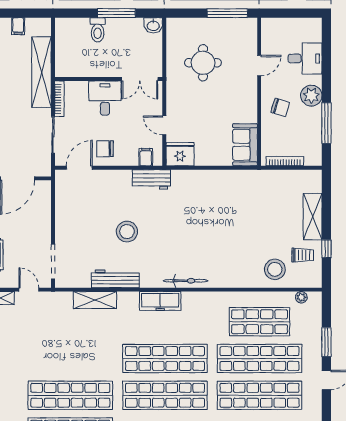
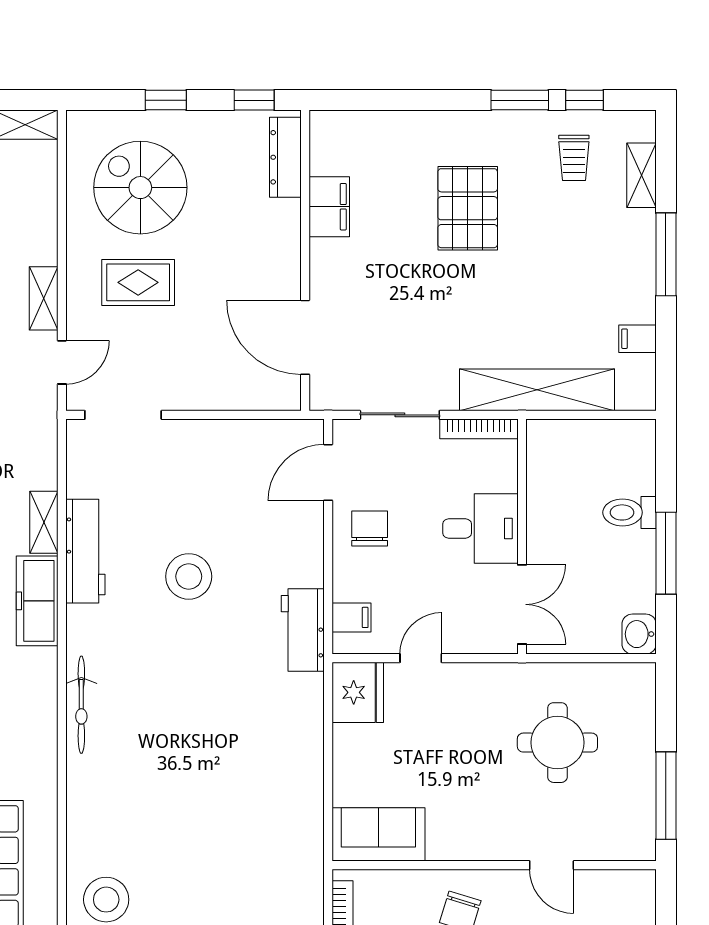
double door: (140, 79) -> (522, 604), swing flipped
door: (79, 168) -> (328, 472), swing flipped
shelving: (95, 300) -> (44, 522), width x0.67, depth x0.75
freezer: (160, 301) -> (37, 601), moved

